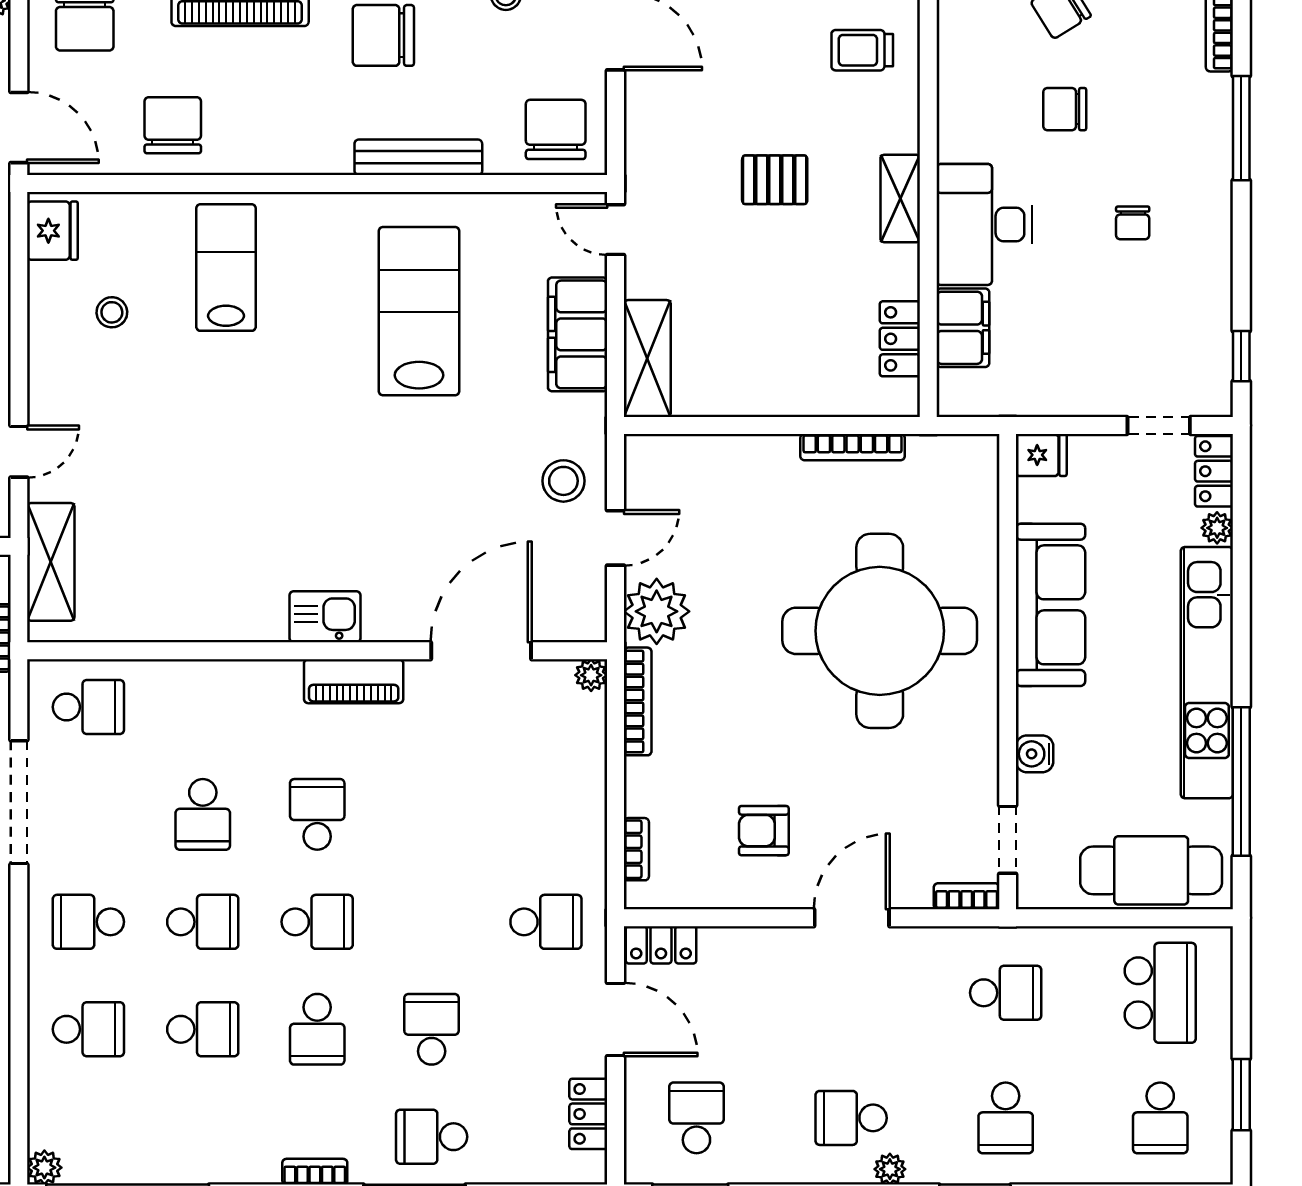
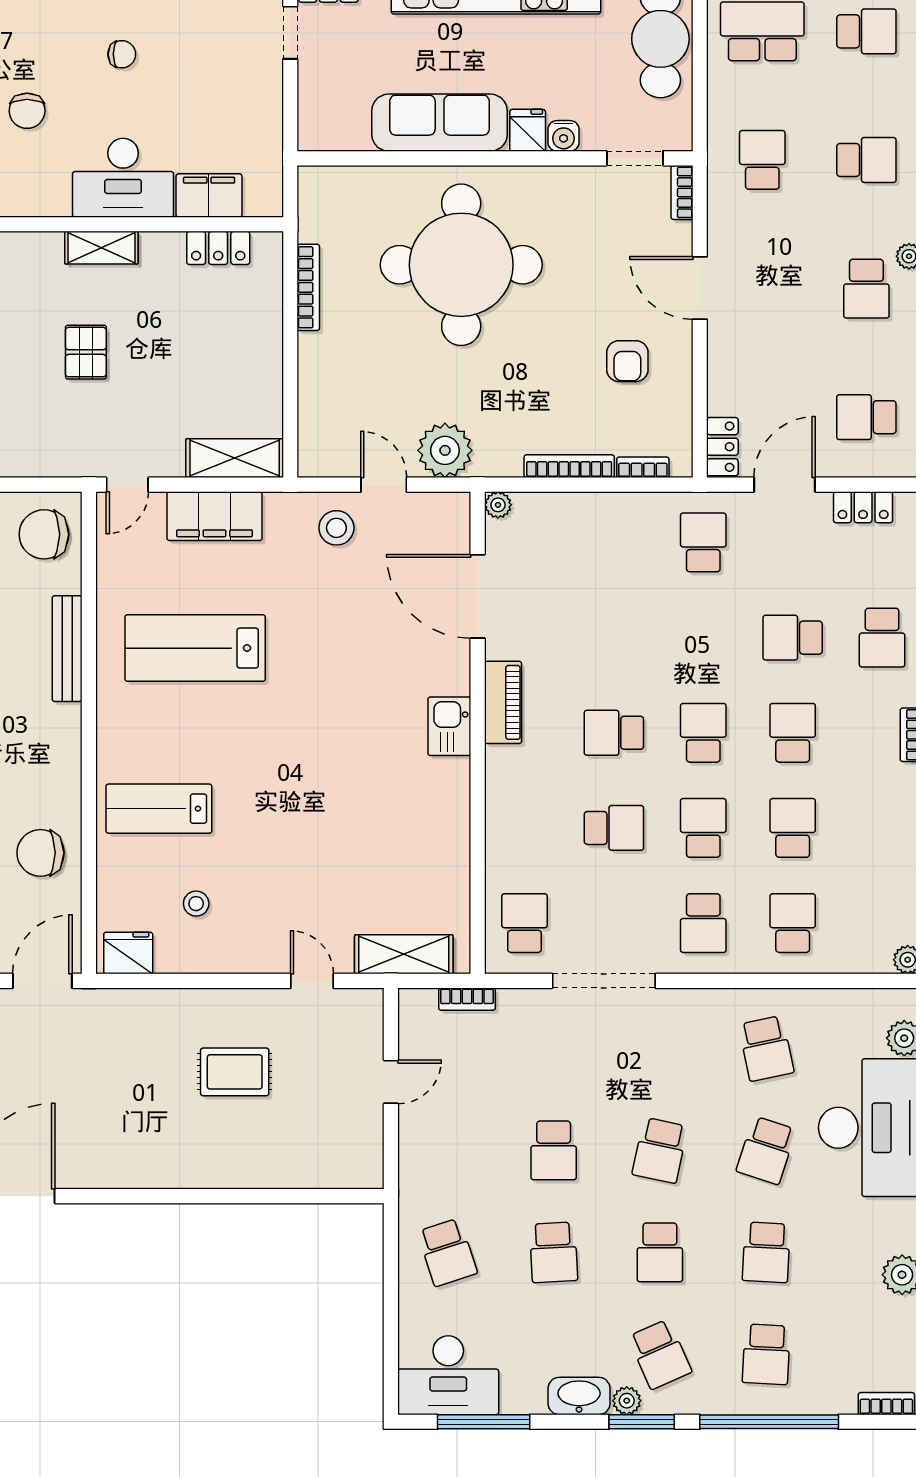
fridge: (1041, 455) -> (528, 130), moved
bookcase: (638, 701) -> (569, 466), moved
school desk: (317, 1029) -> (793, 733), turned -90

